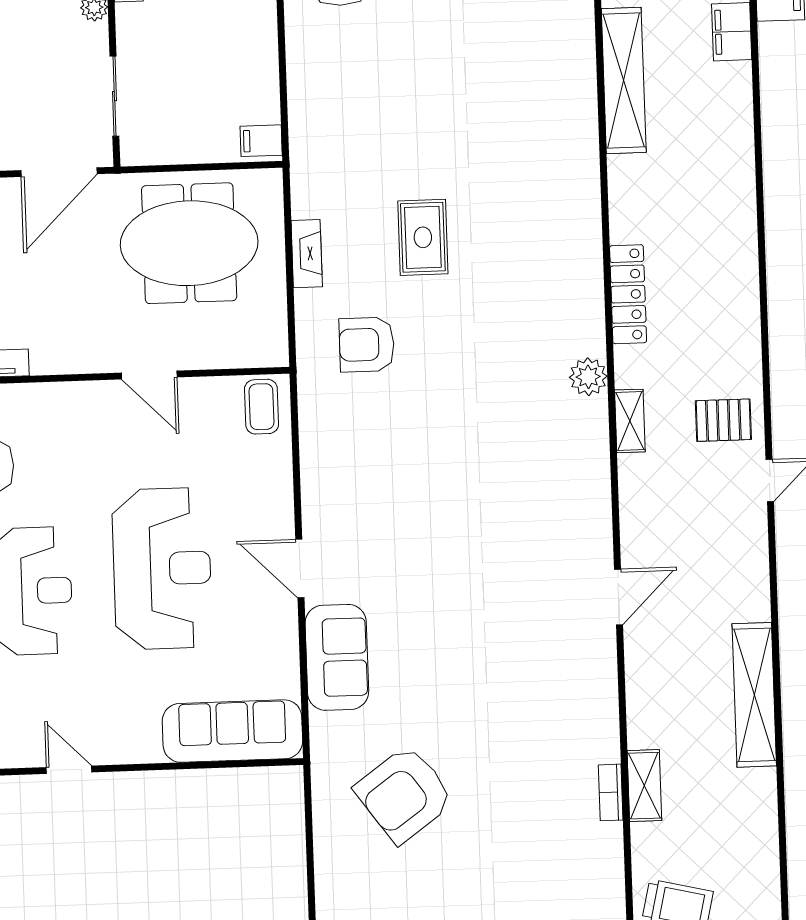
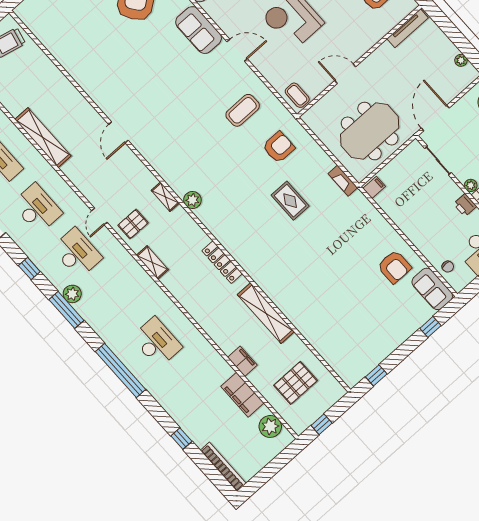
fireplace: (307, 254) -> (343, 181), moved
locker: (628, 294) -> (222, 262), moved
coffee table: (376, 458) -> (243, 110), added
shelving: (644, 786) -> (152, 263), moved
bookcase: (611, 792) -> (64, 62), removed

